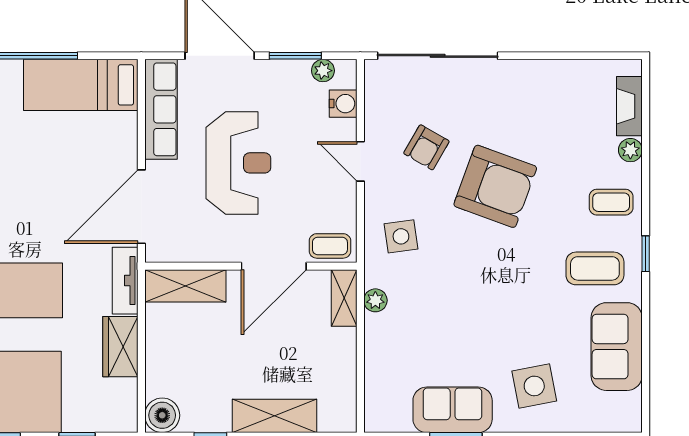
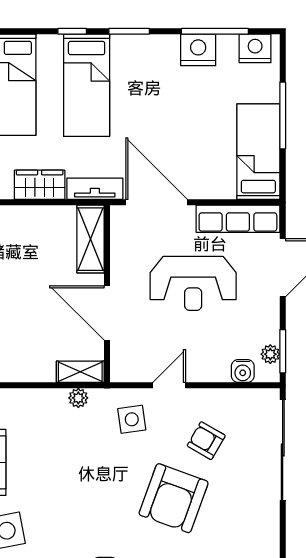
window: (295, 56) -> (283, 351), moved
door: (360, 161) -> (169, 385), moved
coffee table: (330, 246) -> (124, 360), removed

